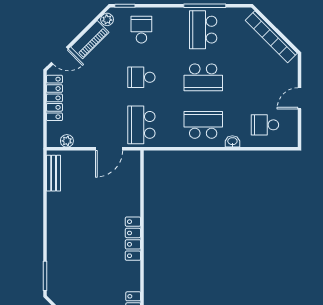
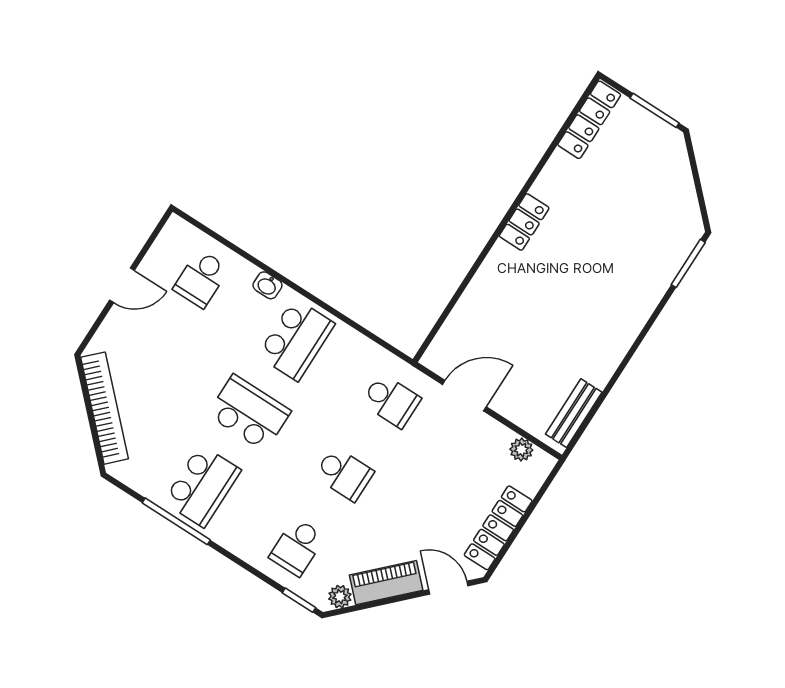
school desk: (141, 125) -> (391, 401), width x0.54
school desk: (203, 125) -> (296, 340), turned -90
school desk: (265, 125) -> (201, 279), turned 90
locker: (133, 239) -> (524, 222), width x0.66

